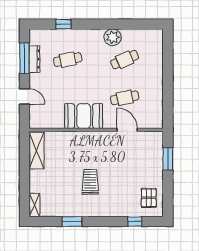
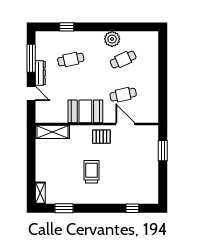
dresser: (34, 59) -> (40, 73), moved
shelving: (37, 151) -> (52, 132), moved, turned 90
pallet: (149, 198) -> (101, 137), moved, turned 90
window: (72, 222) -> (64, 208), moved

